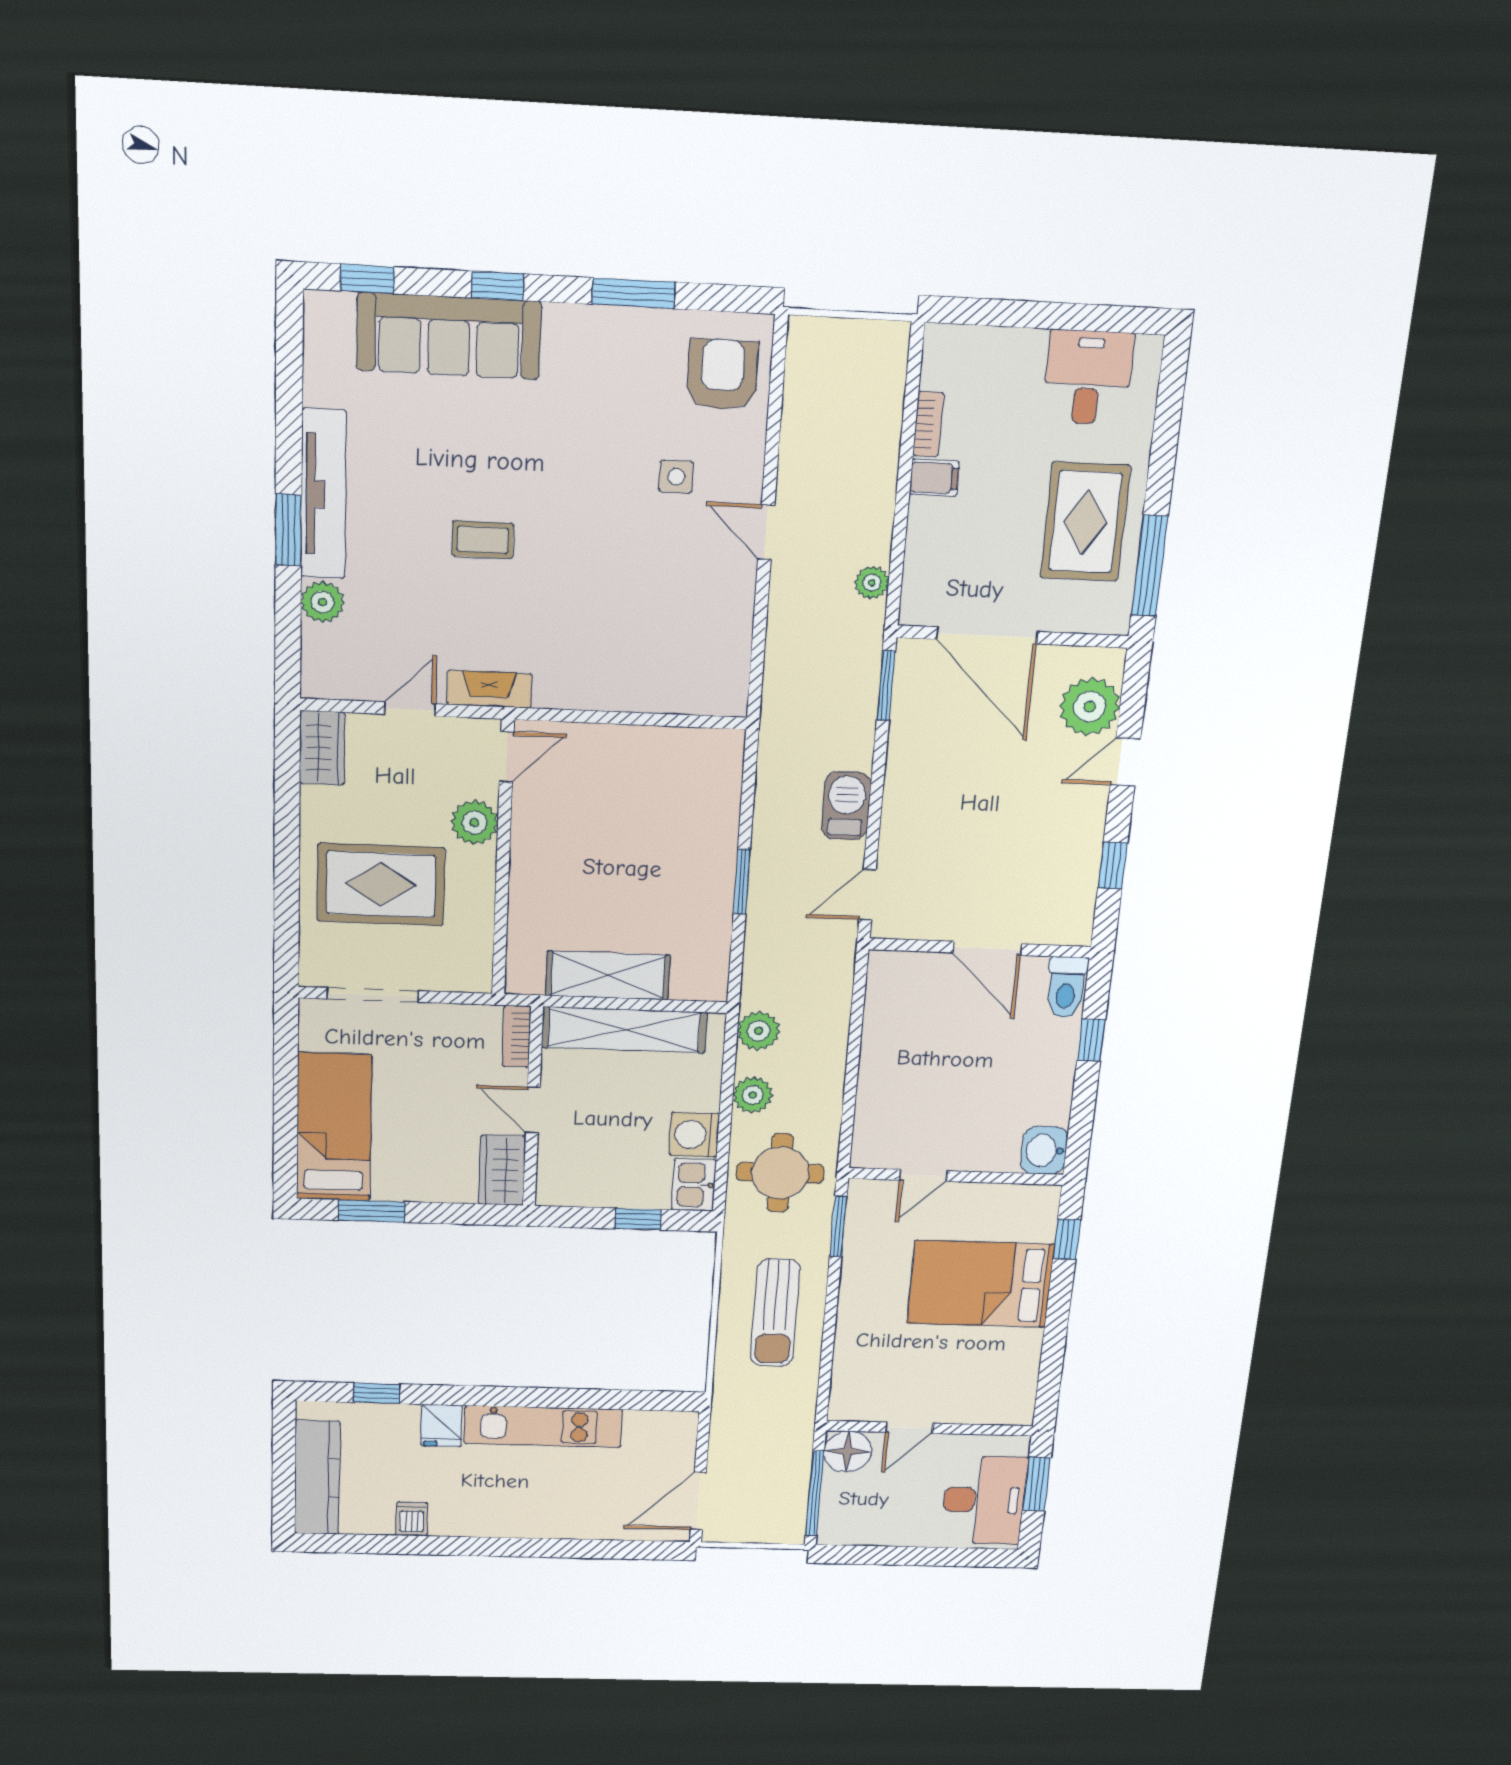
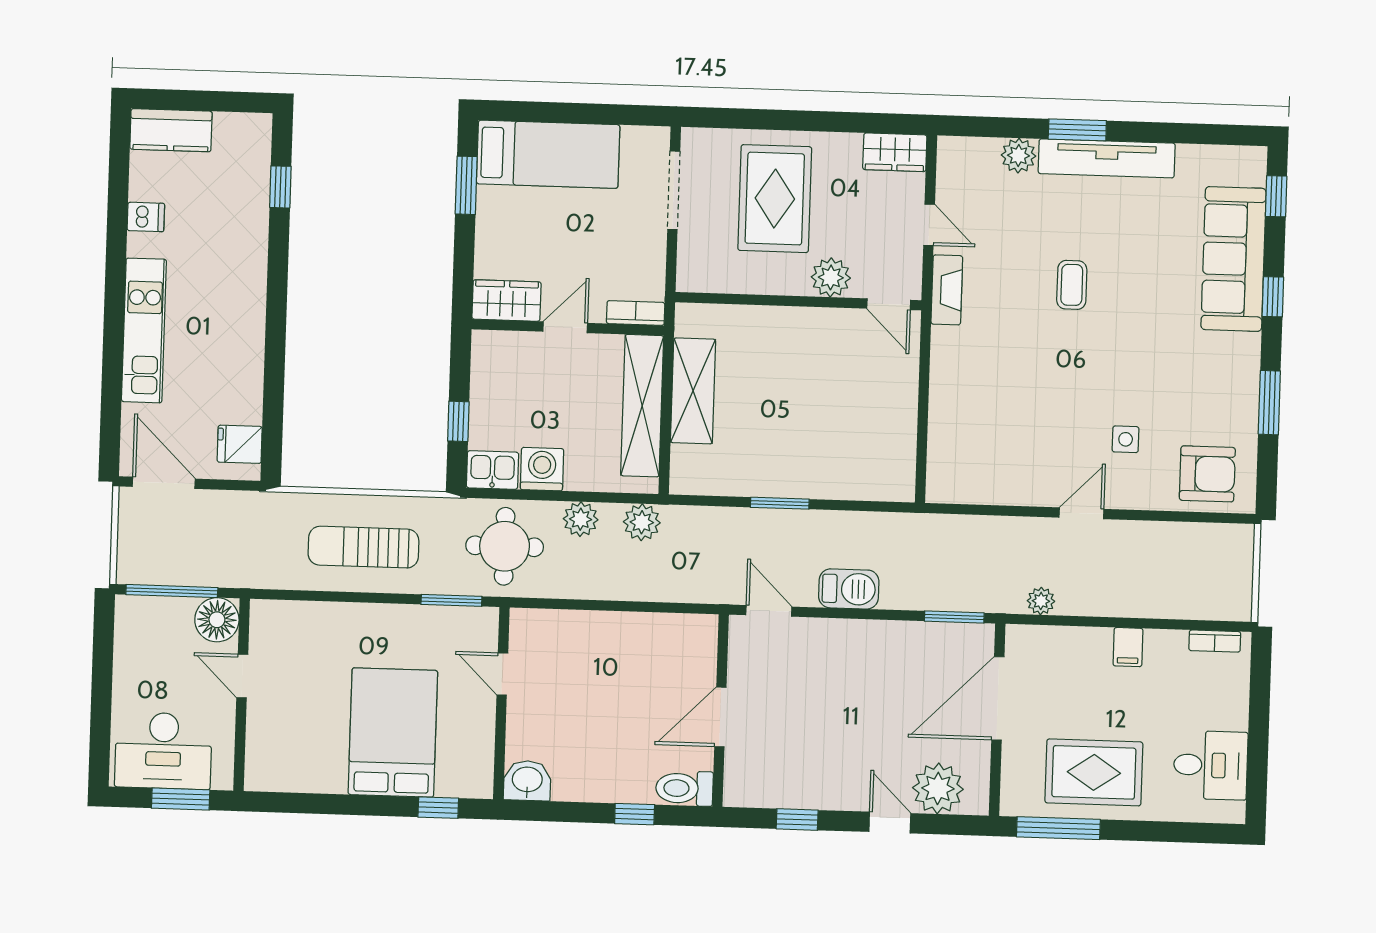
bookcase: (928, 424) -> (1215, 641), moved
fridge: (441, 1426) -> (240, 444), moved
kitchen unit: (543, 1426) -> (144, 330), moved, turned 180
kitchen counter: (317, 1478) -> (171, 130), width x0.67

